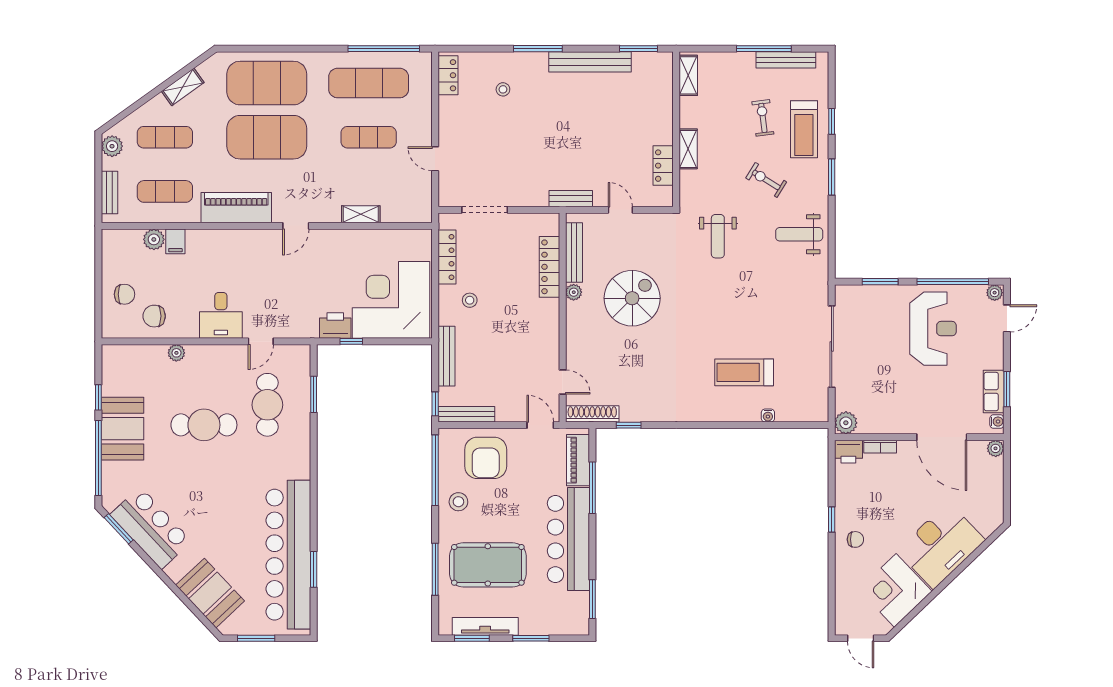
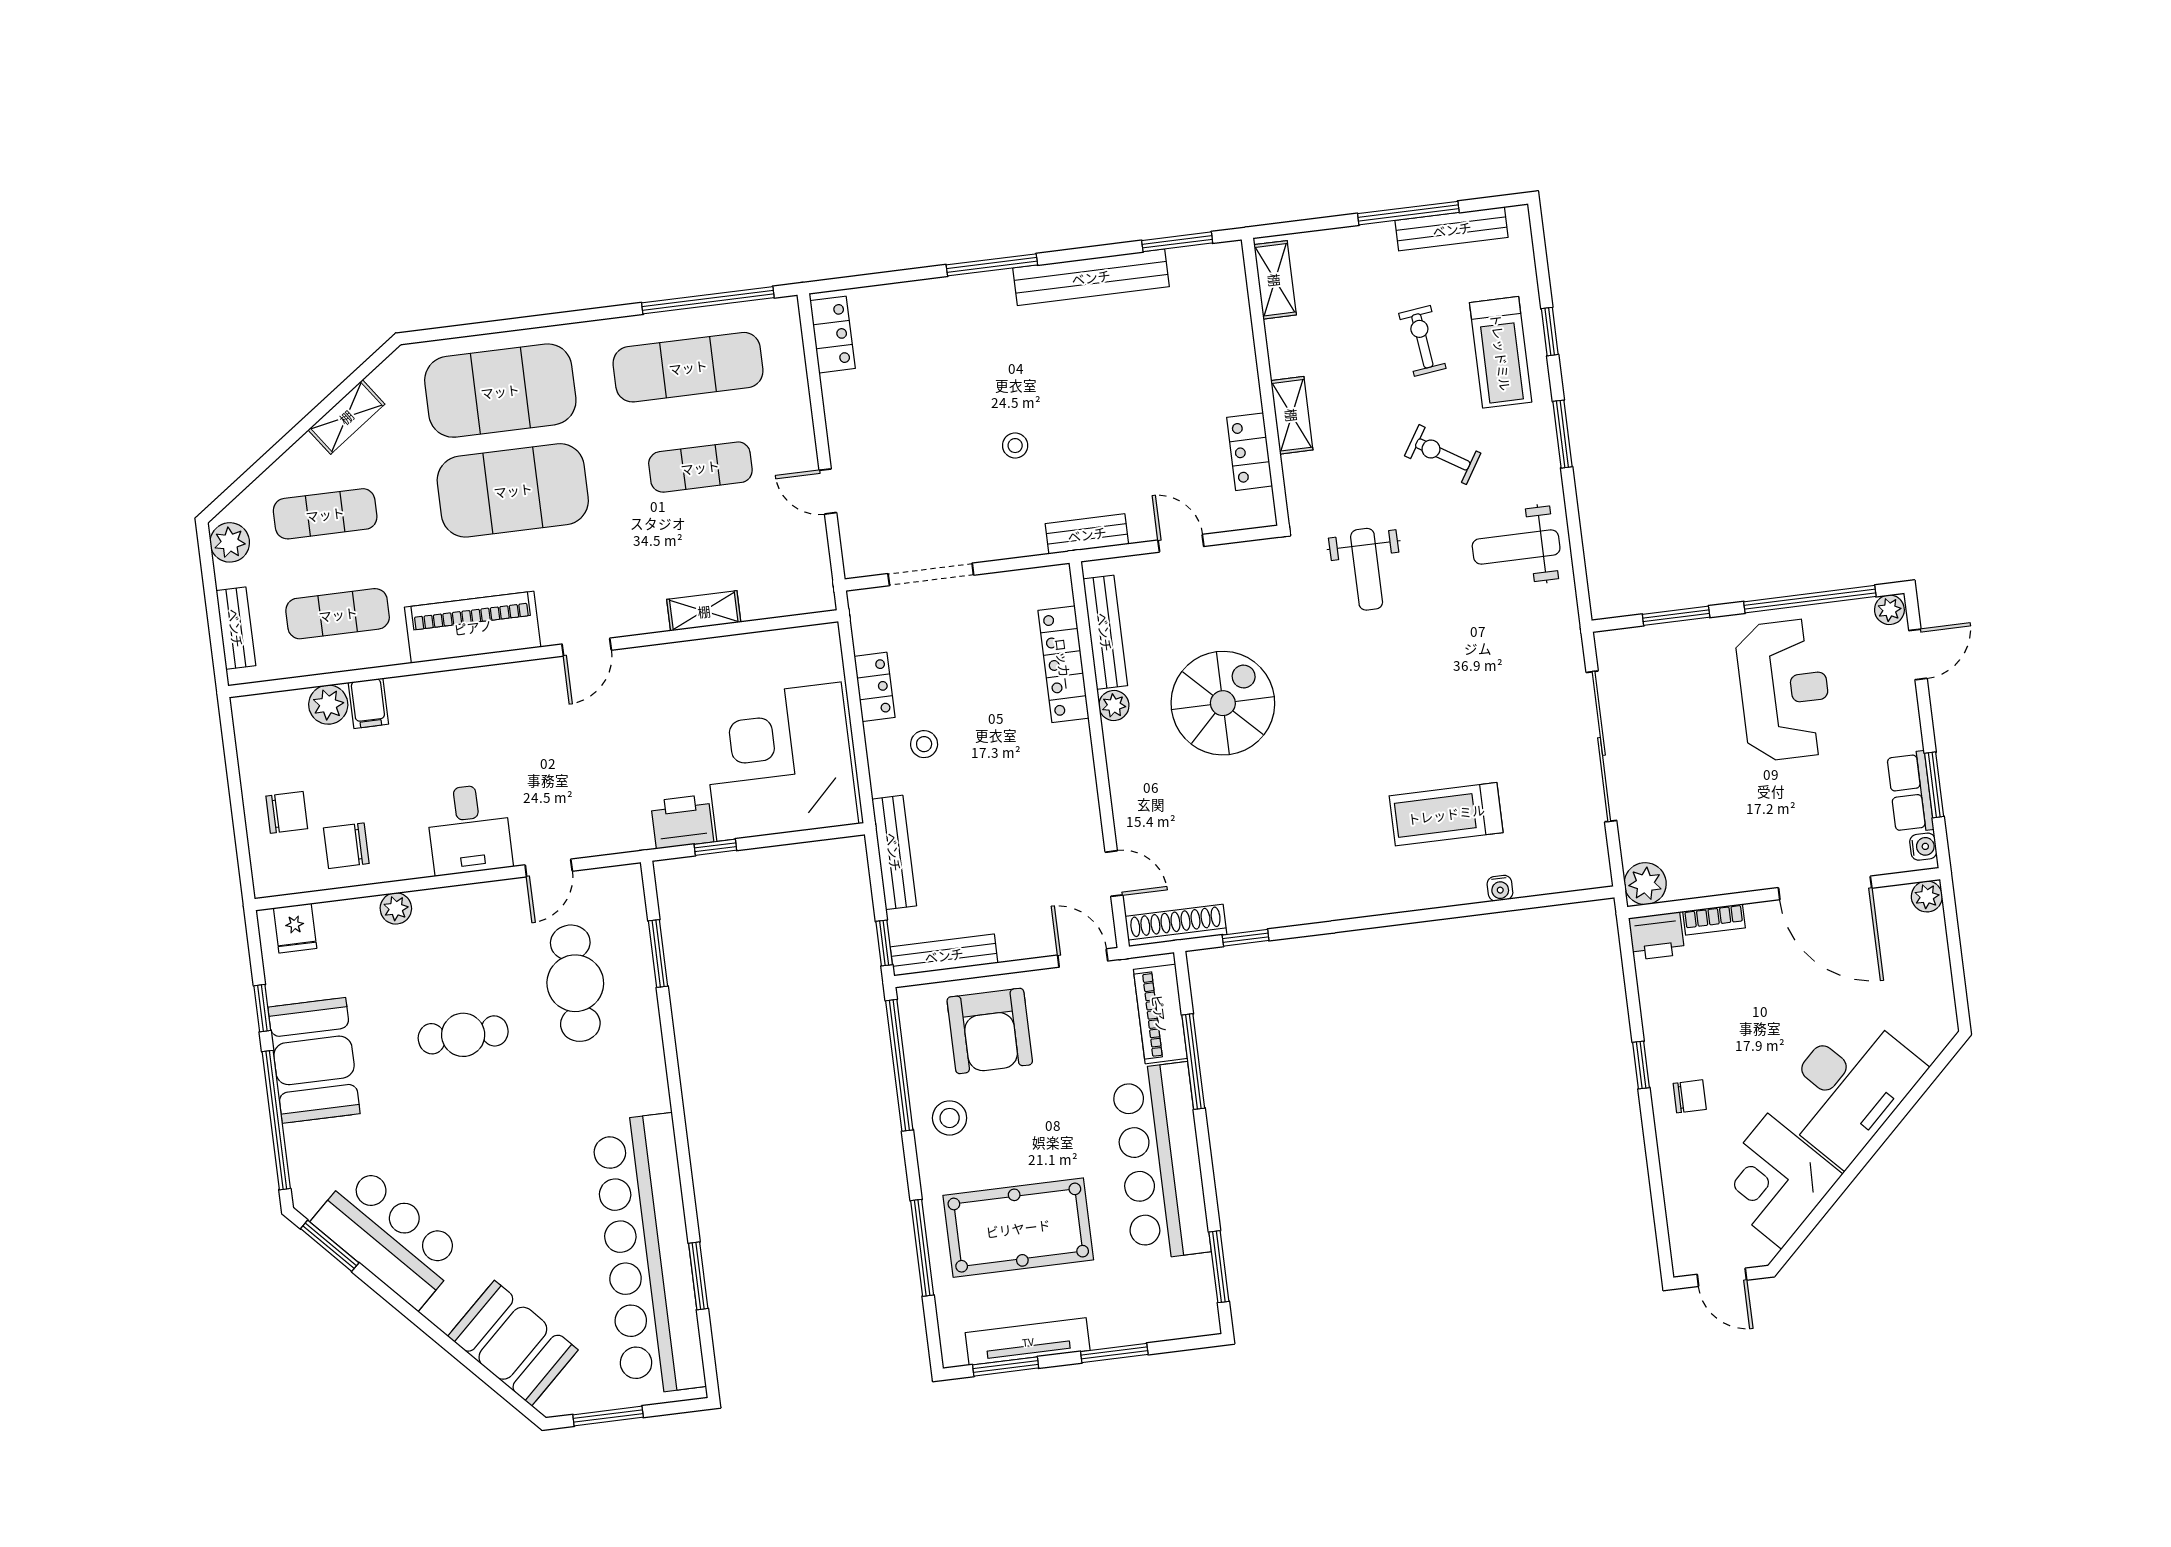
stool: (503, 89) -> (1015, 446), moved
locker: (447, 257) -> (875, 687), width x0.66
fridge: (121, 357) -> (295, 928), added
cafe table: (204, 425) -> (463, 1035), width x0.73, depth x0.74

